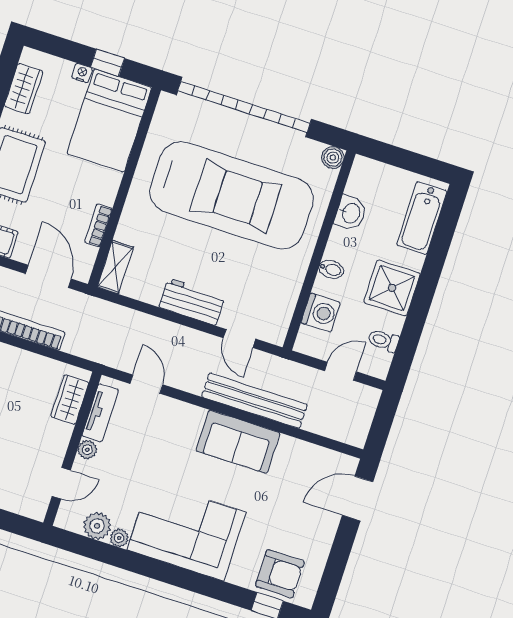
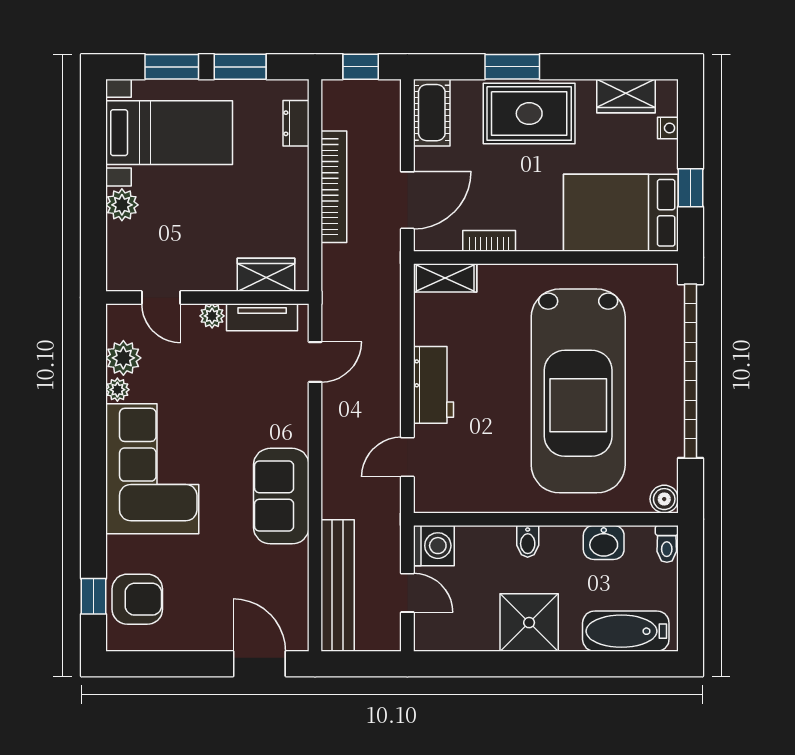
nightstand: (82, 73) -> (668, 128), moved
washing machine: (321, 313) -> (434, 546), moved, turned -90
toilet: (383, 341) -> (667, 544), moved, turned 180
bench: (254, 401) -> (338, 586), moved
armchair: (280, 574) -> (137, 599), turned -90

